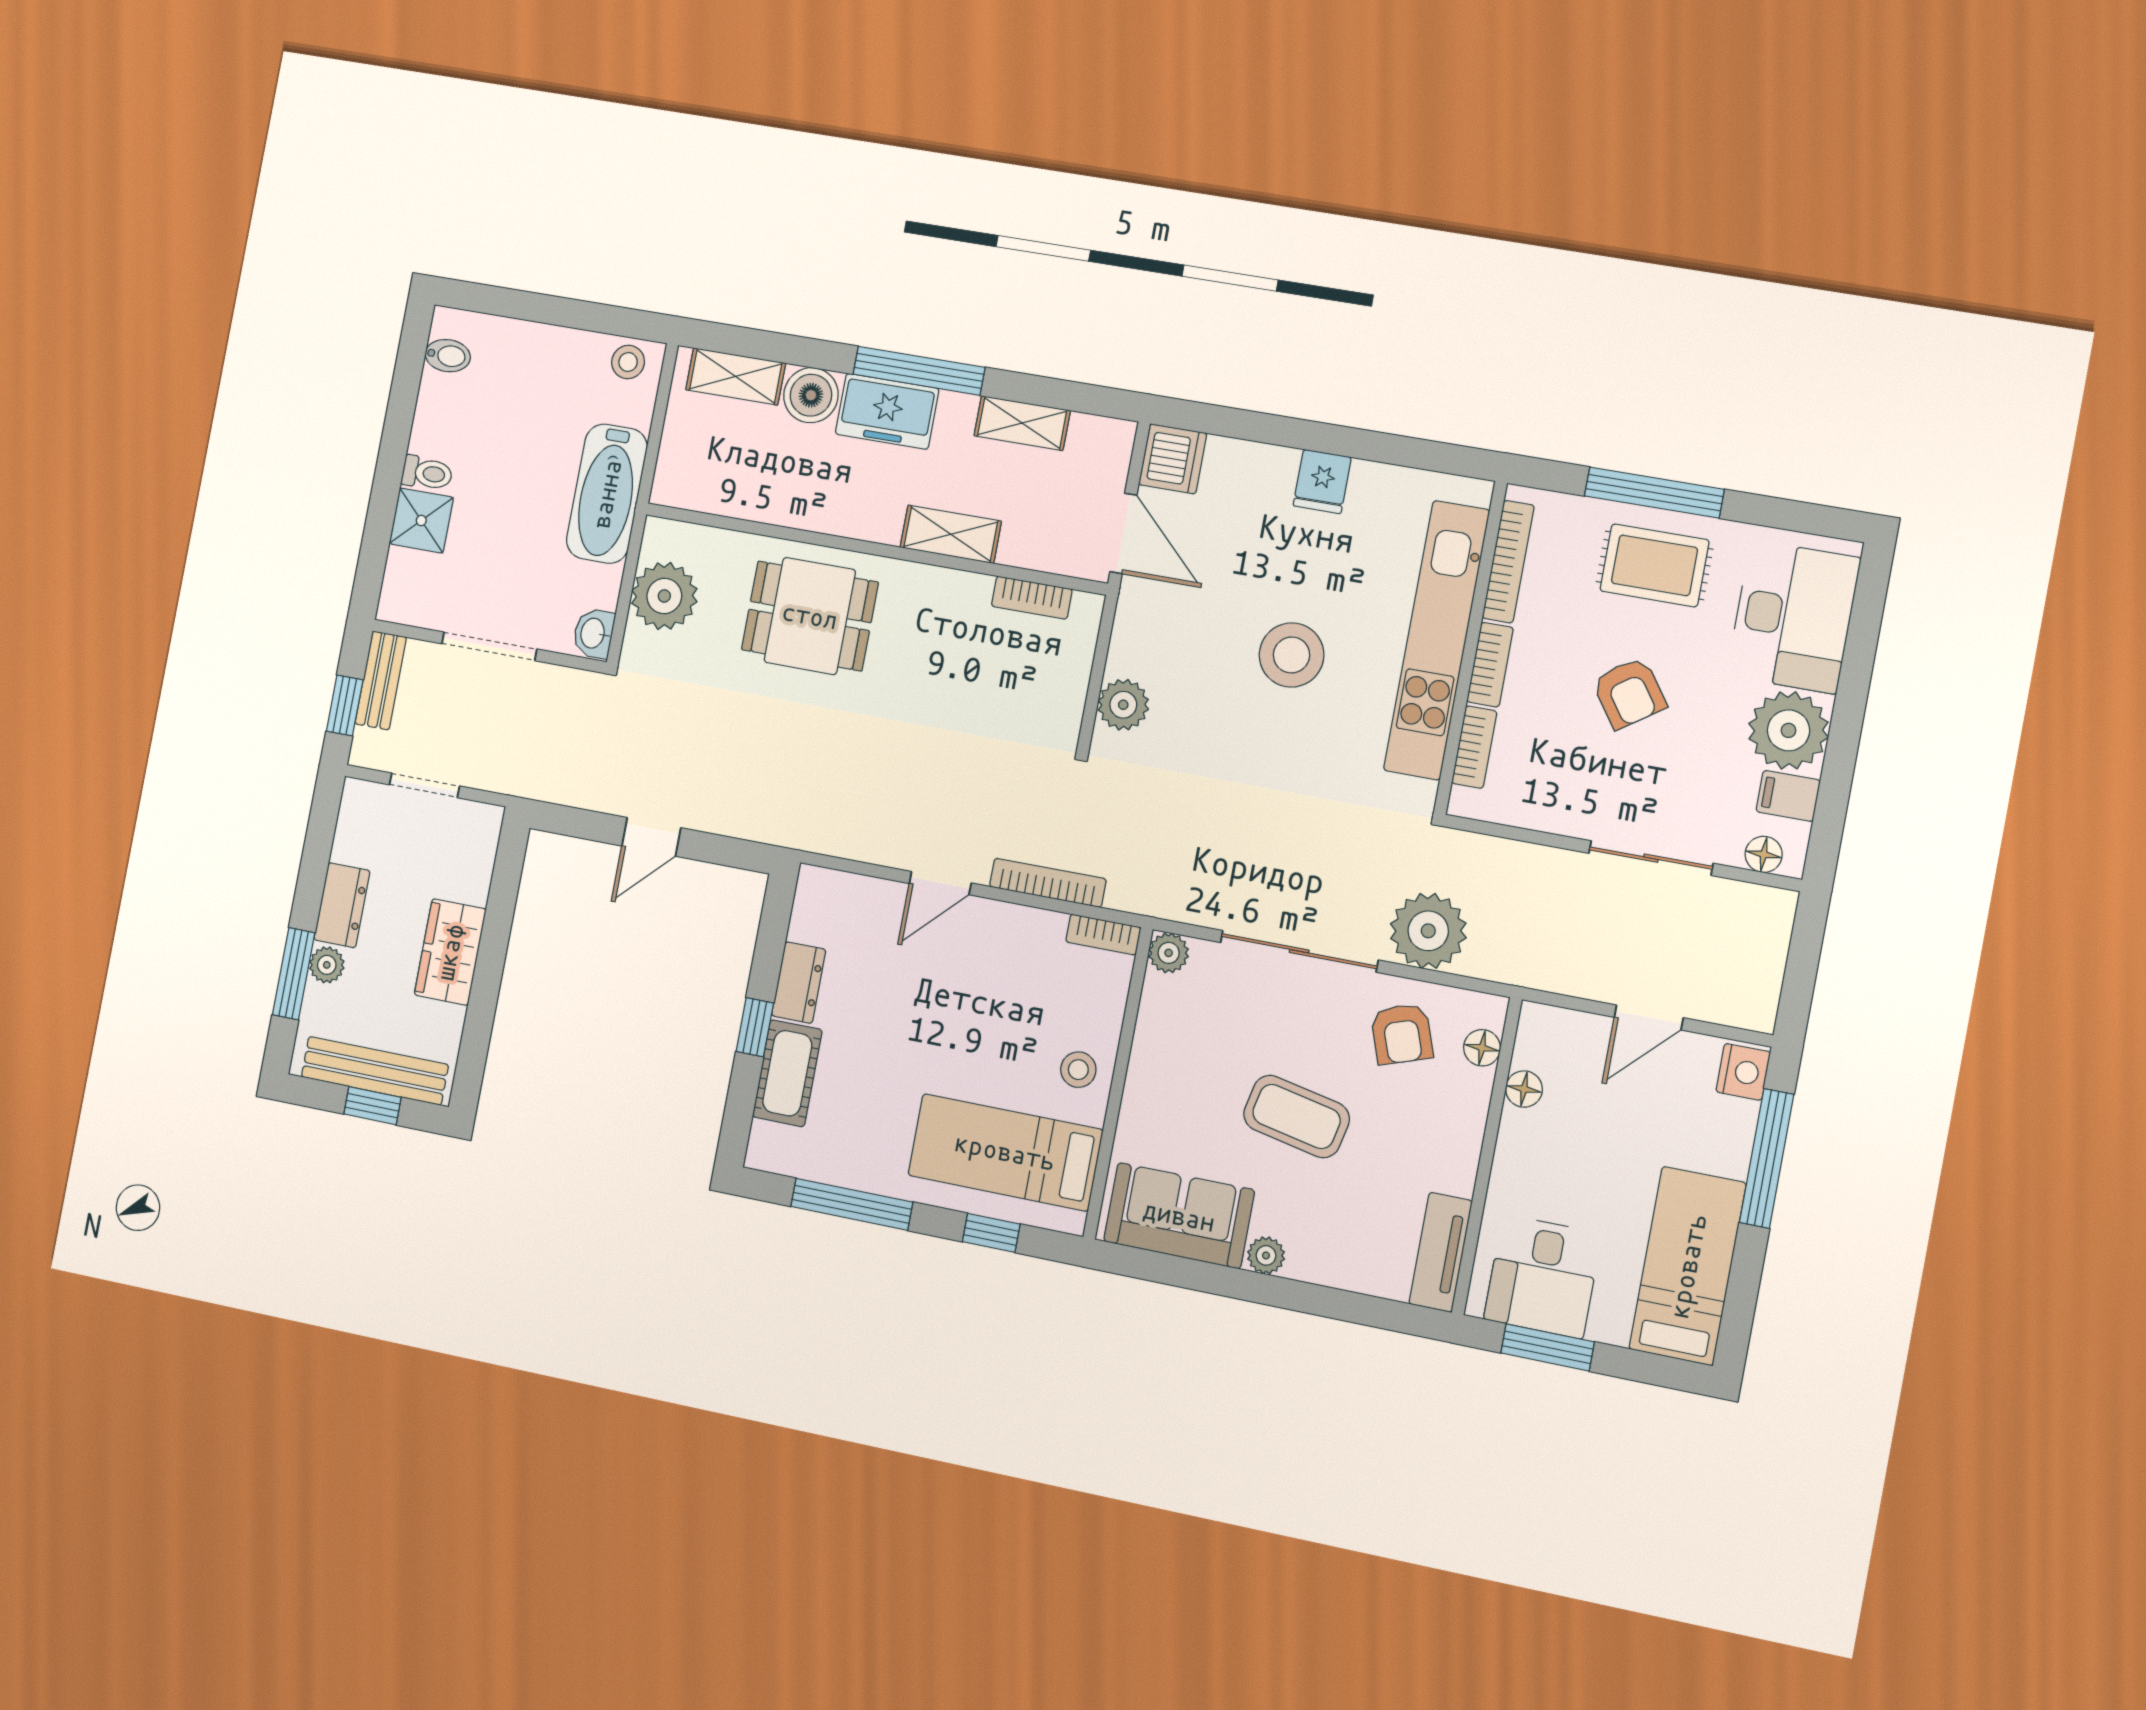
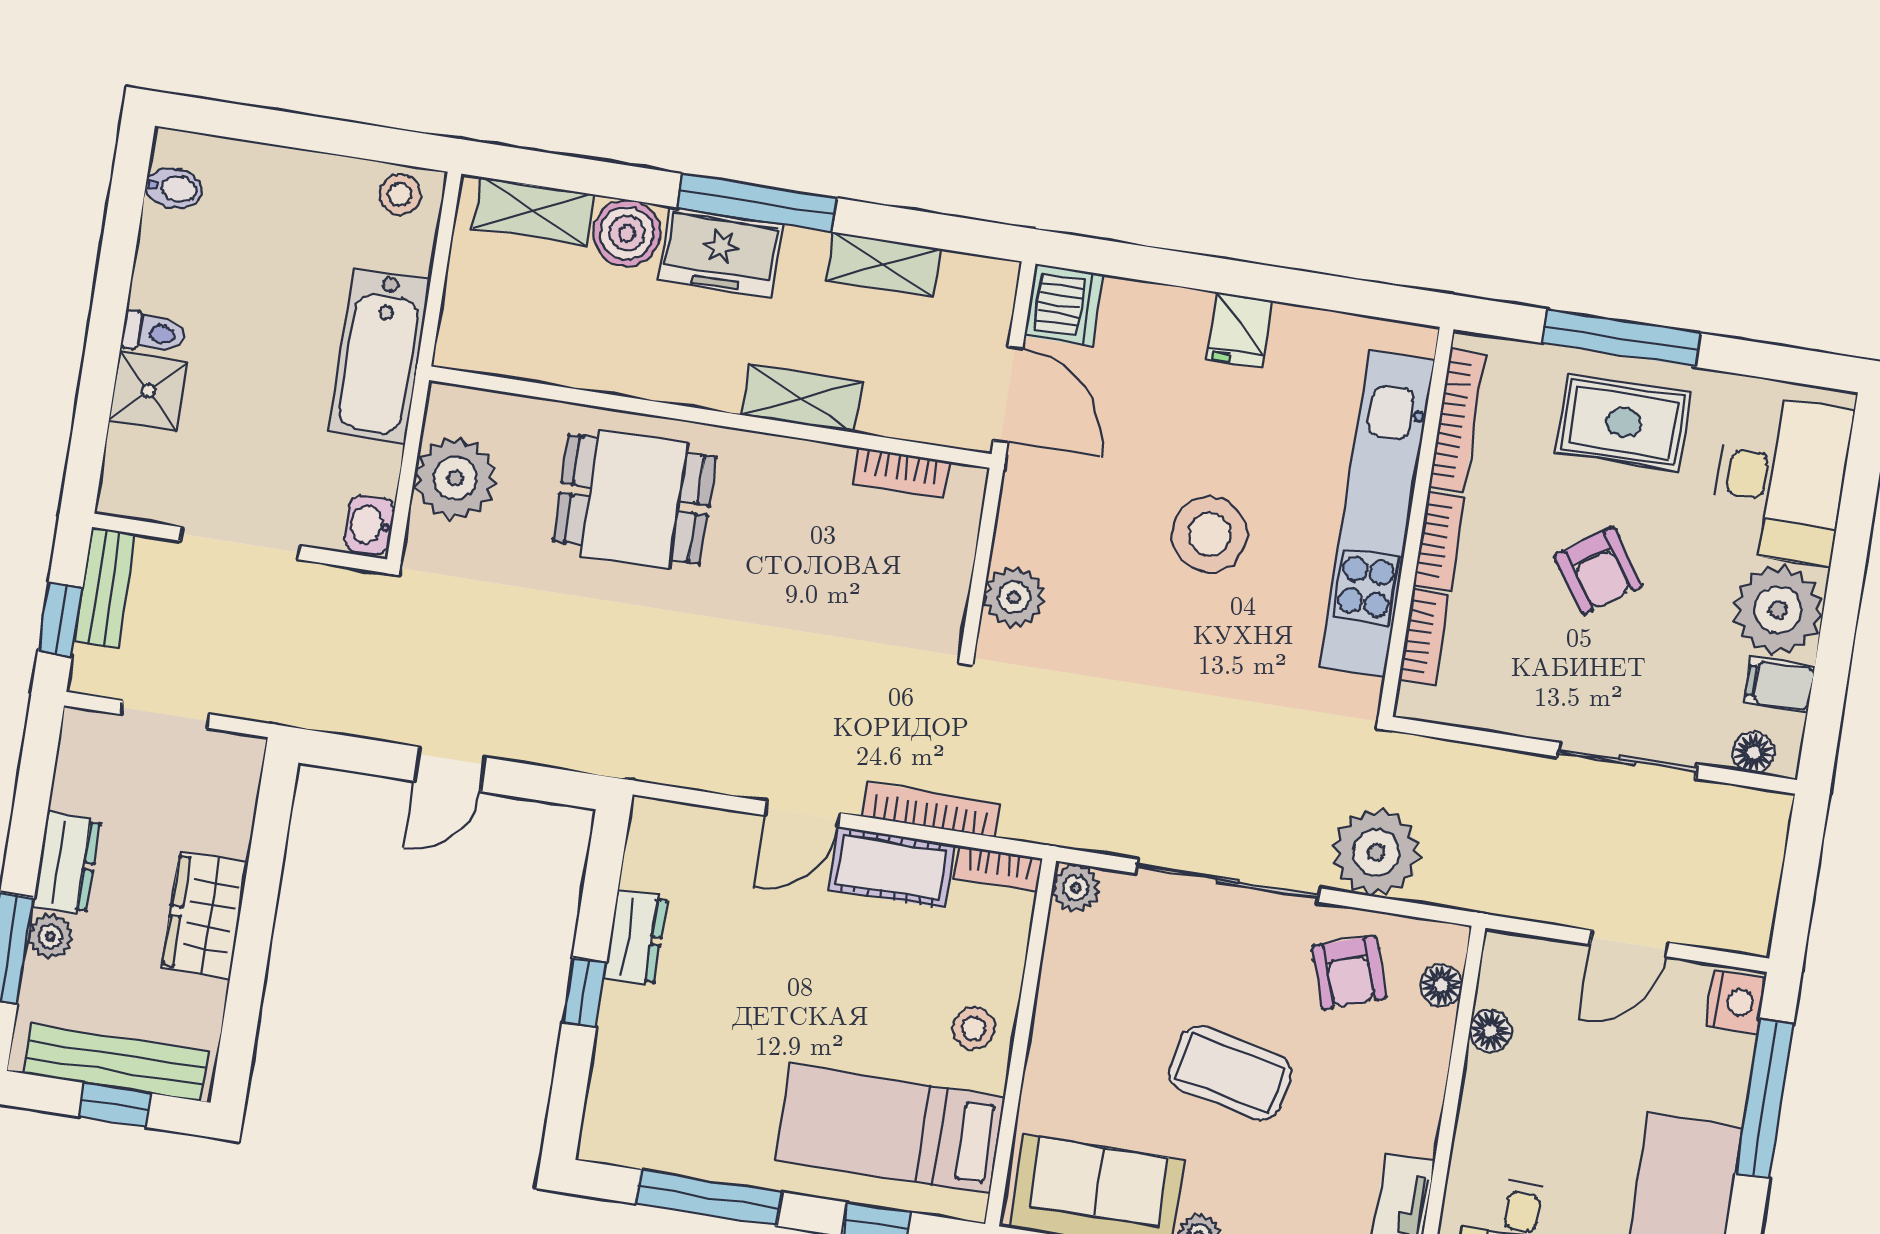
cot: (787, 1073) -> (891, 867), moved, turned 90

